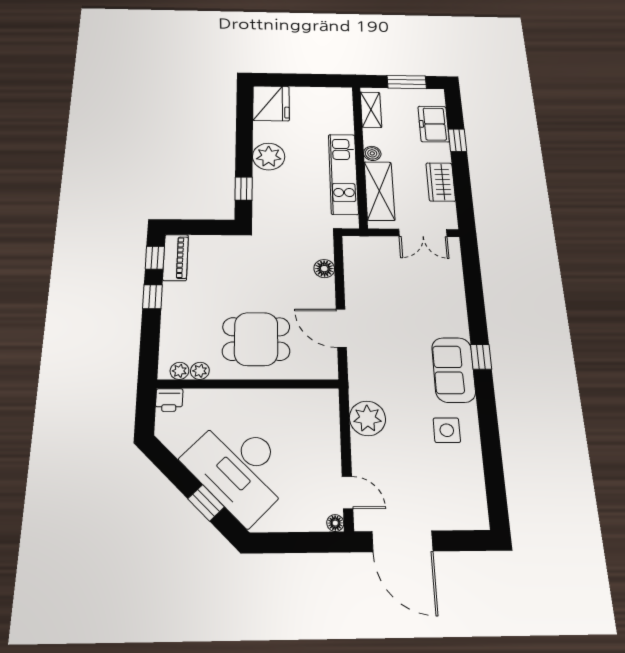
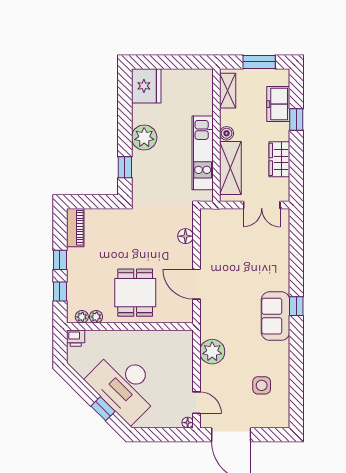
window: (155, 258) -> (60, 291), moved
dining table: (256, 339) -> (135, 293), turned 90
side table: (447, 430) -> (262, 385), moved

